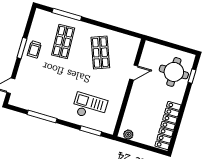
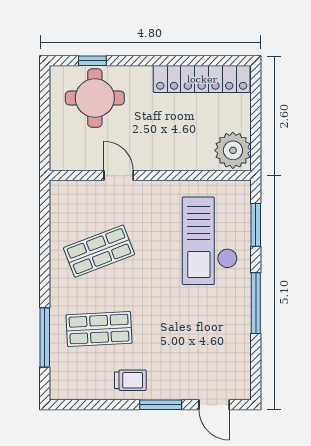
window: (22, 48) -> (161, 405), moved
checkout: (90, 107) -> (210, 241), width x1.36, depth x1.21
window: (42, 117) -> (256, 303), moved
plant: (128, 135) -> (233, 150), width x1.87, depth x1.87

